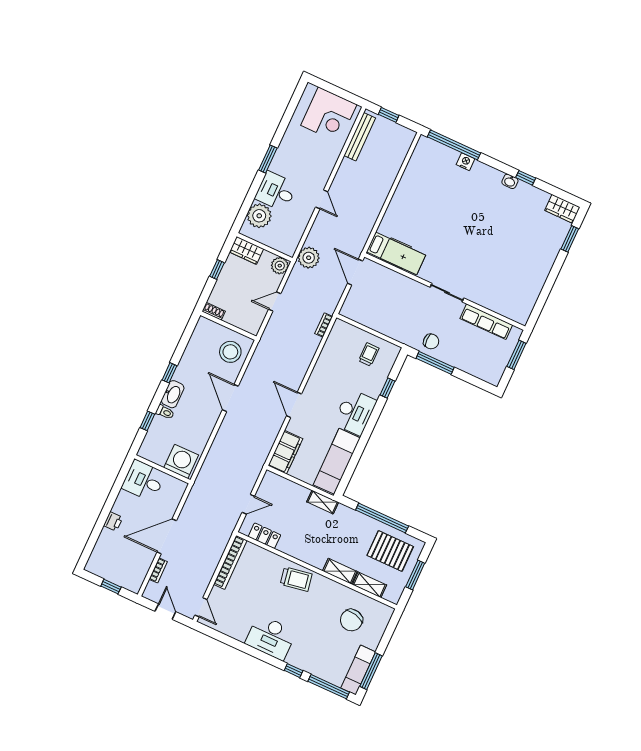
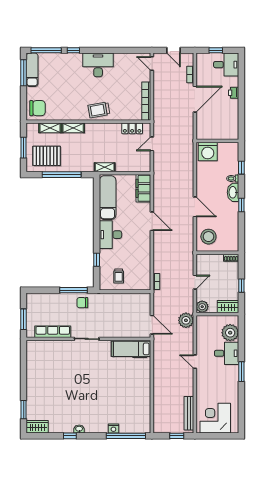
desk: (144, 481) -> (226, 65), moved
chair: (351, 620) -> (37, 108), moved, turned 77

